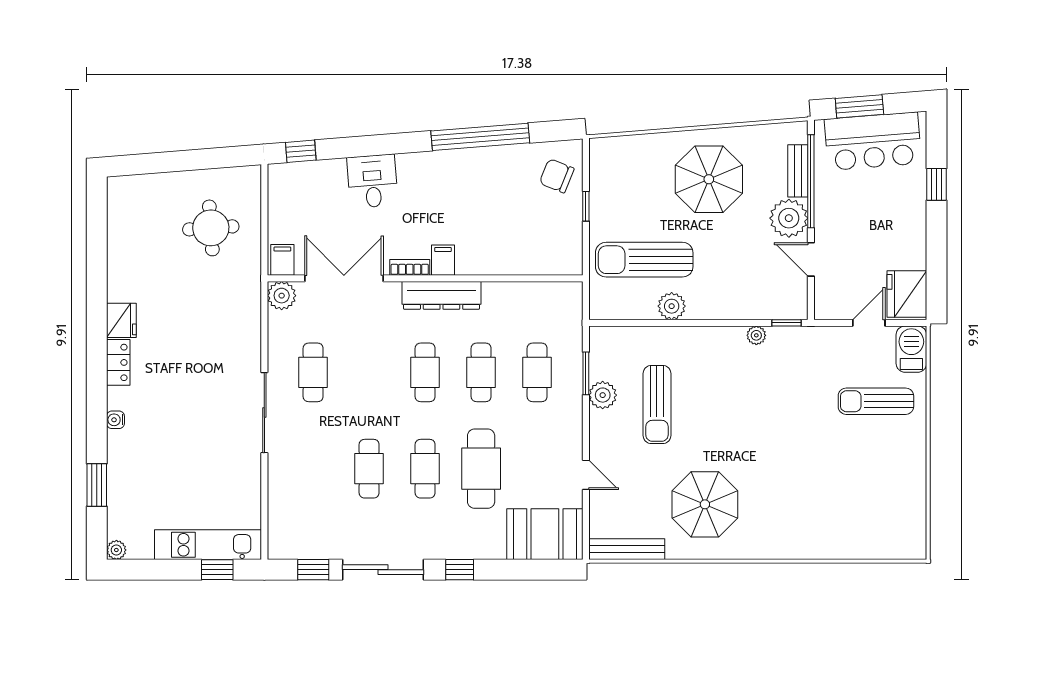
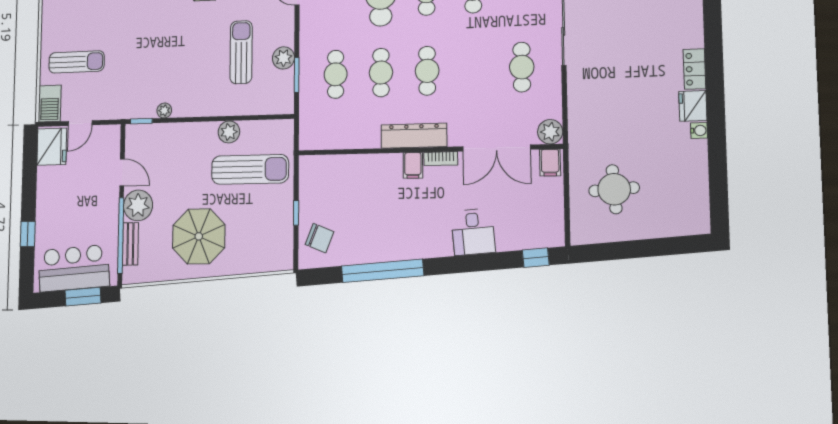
water cooler: (115, 420) -> (699, 130), moved

